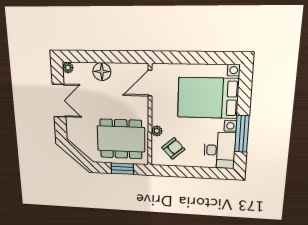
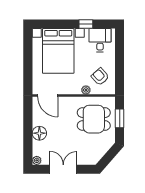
window: (242, 134) -> (86, 24), width x0.46
dining table: (121, 139) -> (94, 119), width x0.73
desk: (220, 150) -> (100, 40), width x0.73

